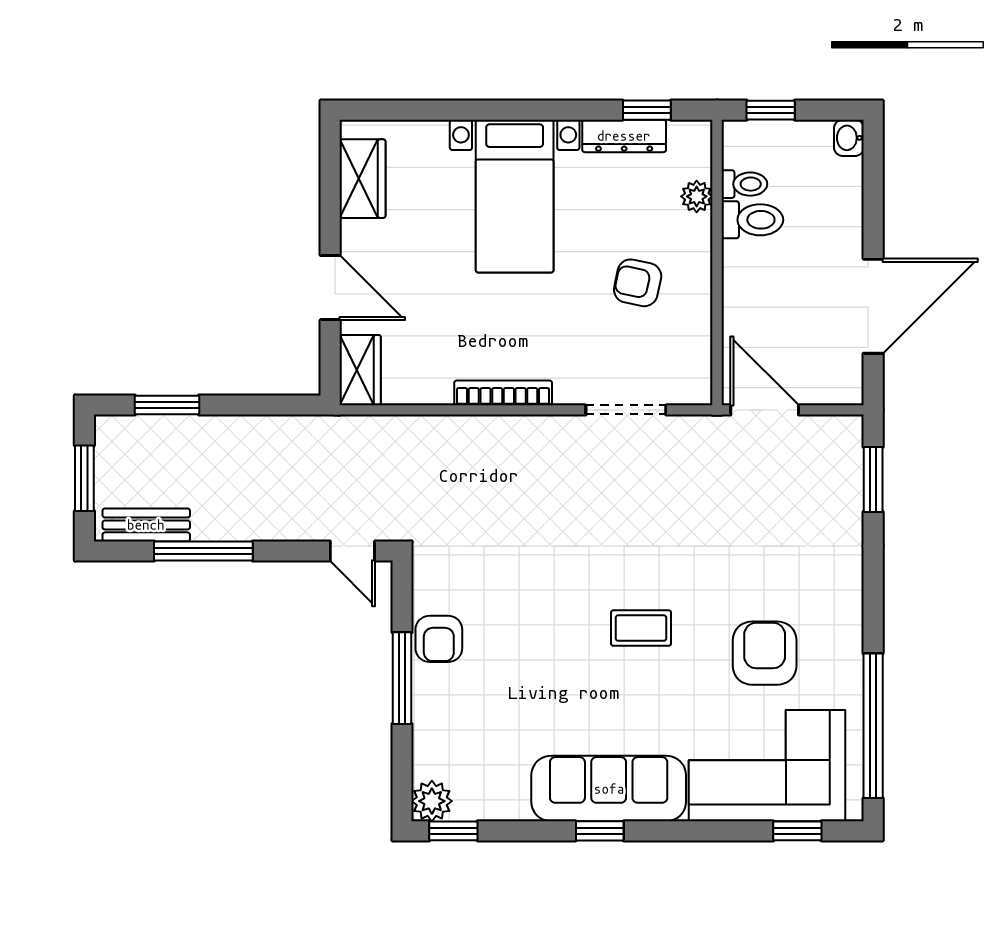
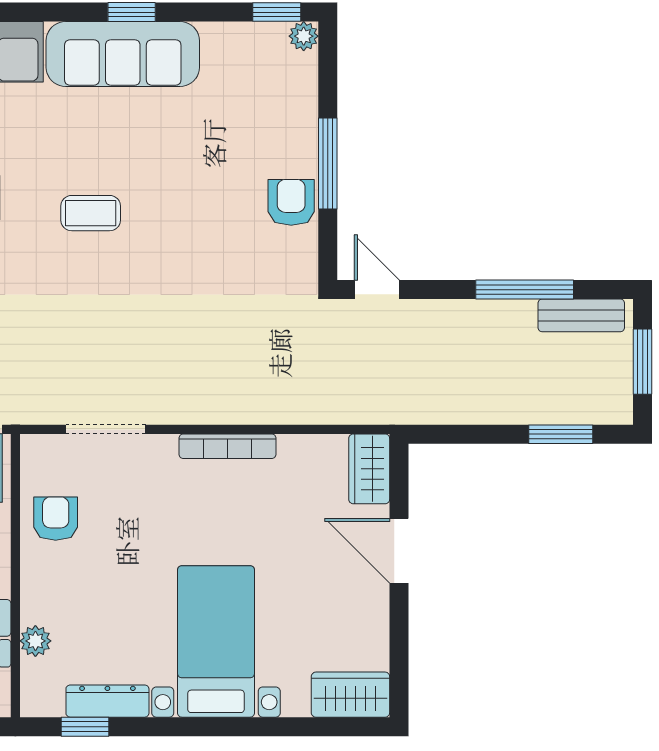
wardrobe: (362, 179) -> (350, 695), moved, turned 90
armchair: (638, 283) -> (56, 519), moved, turned -102
plant: (432, 801) -> (304, 36), width x0.73, depth x0.73

